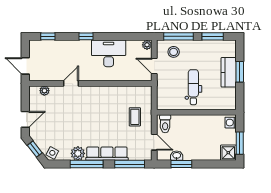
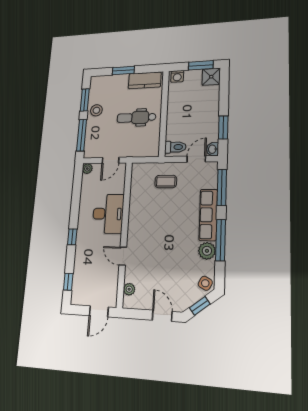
stool: (174, 52) -> (96, 110), moved
desk: (109, 53) -> (108, 214), moved, turned 180
kitchen counter: (229, 72) -> (145, 80), moved
washbasin: (177, 156) -> (213, 149), moved

